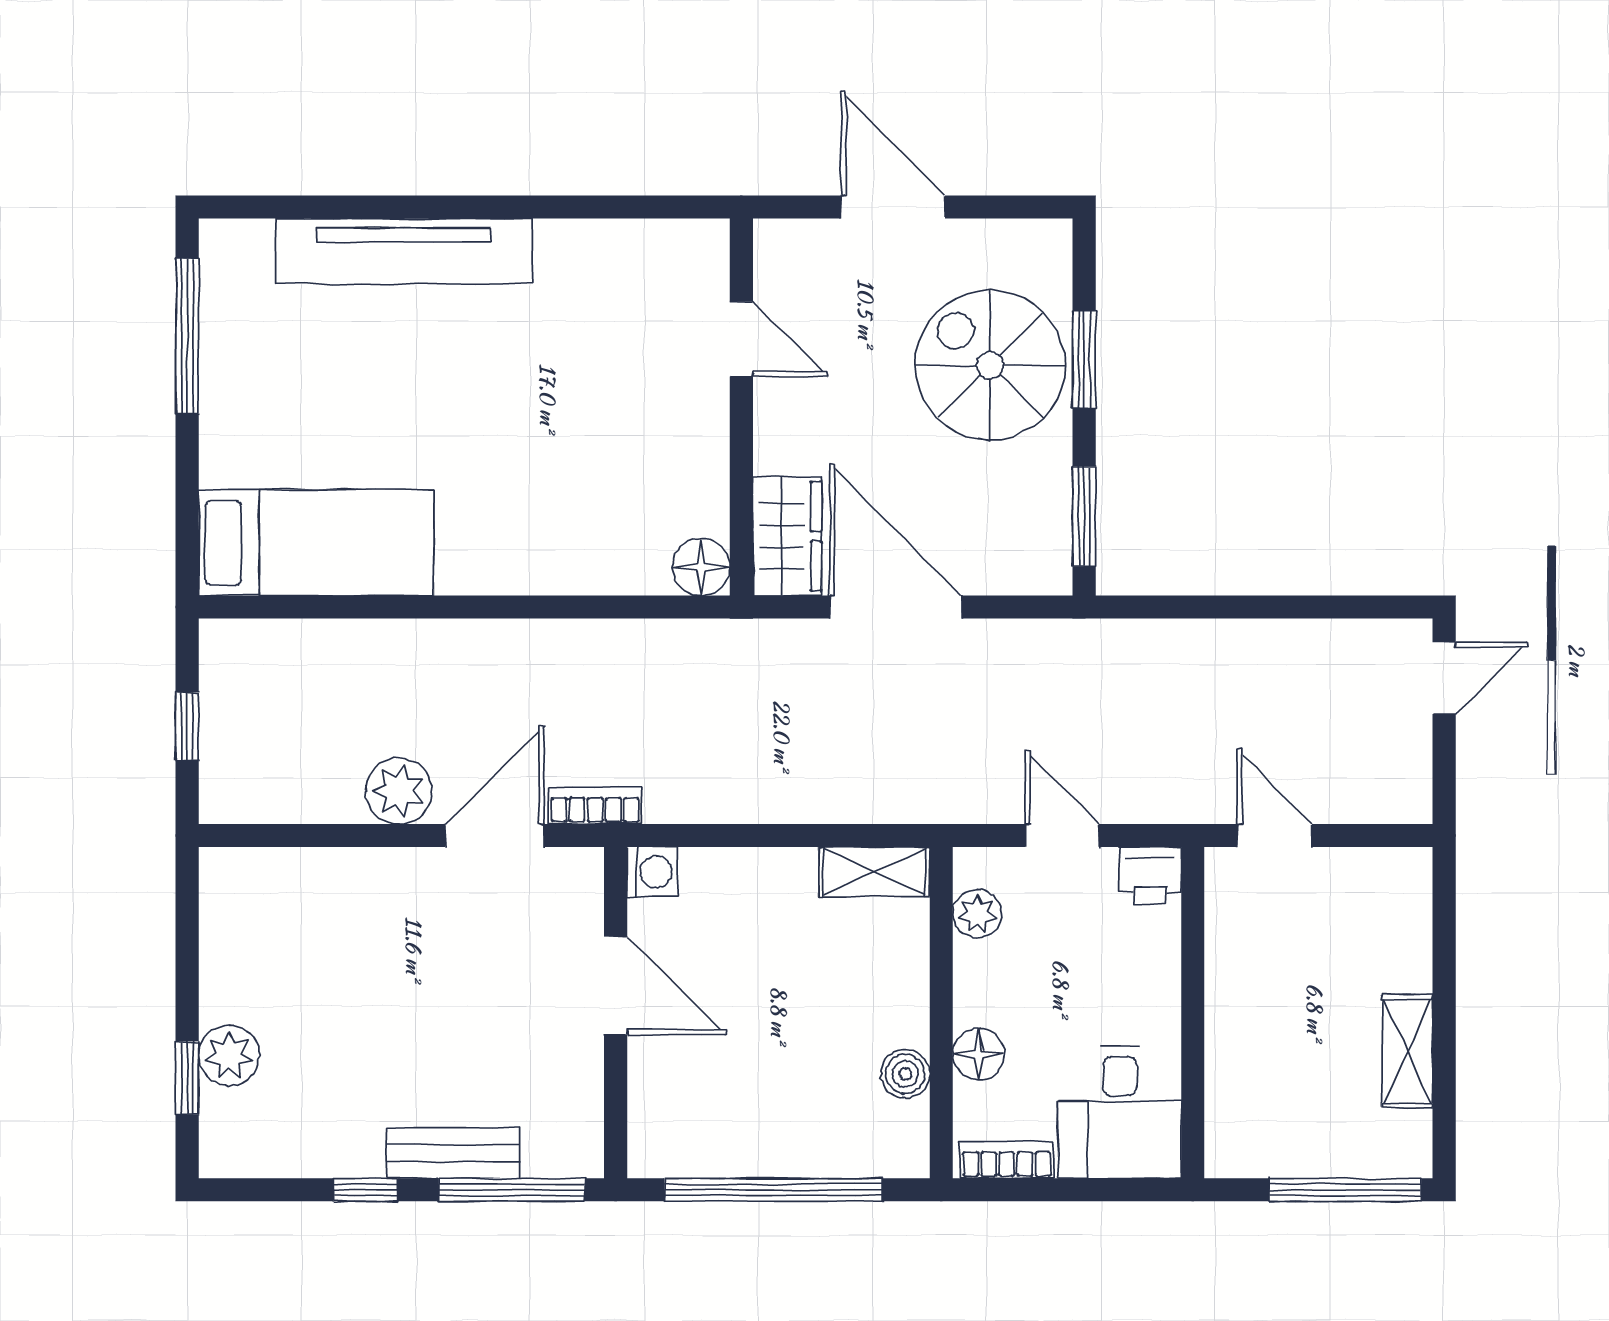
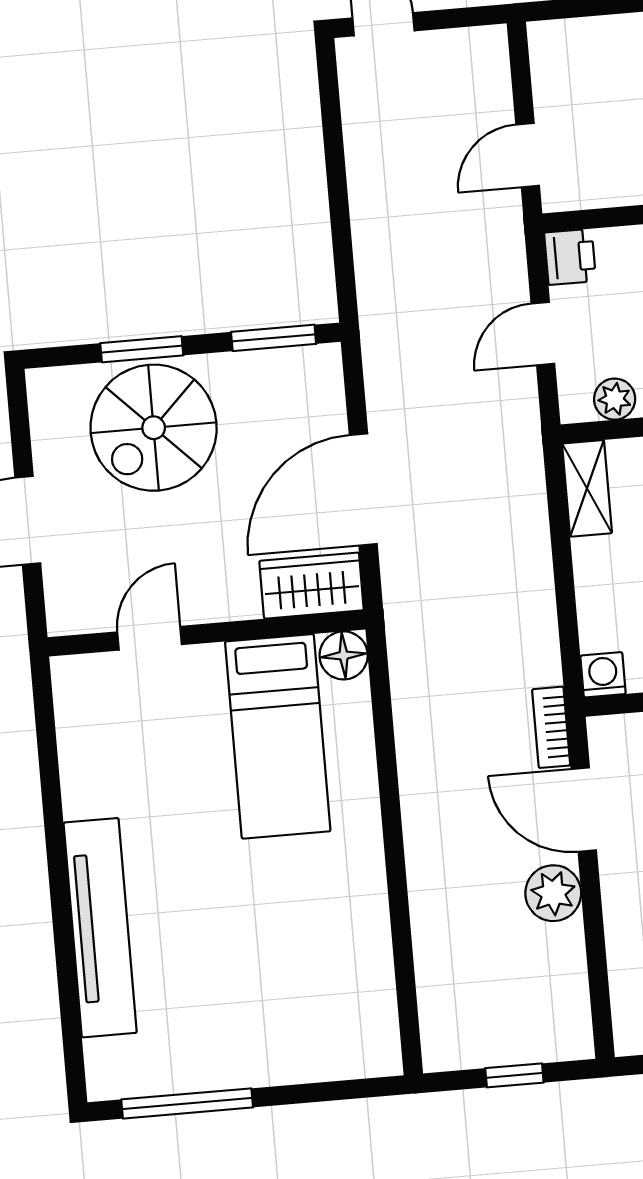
bed: (316, 543) -> (278, 736), moved, turned 180

